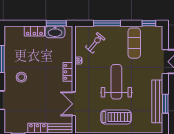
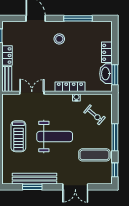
window: (107, 23) -> (115, 137), moved
locker: (68, 72) -> (70, 87), width x1.53

